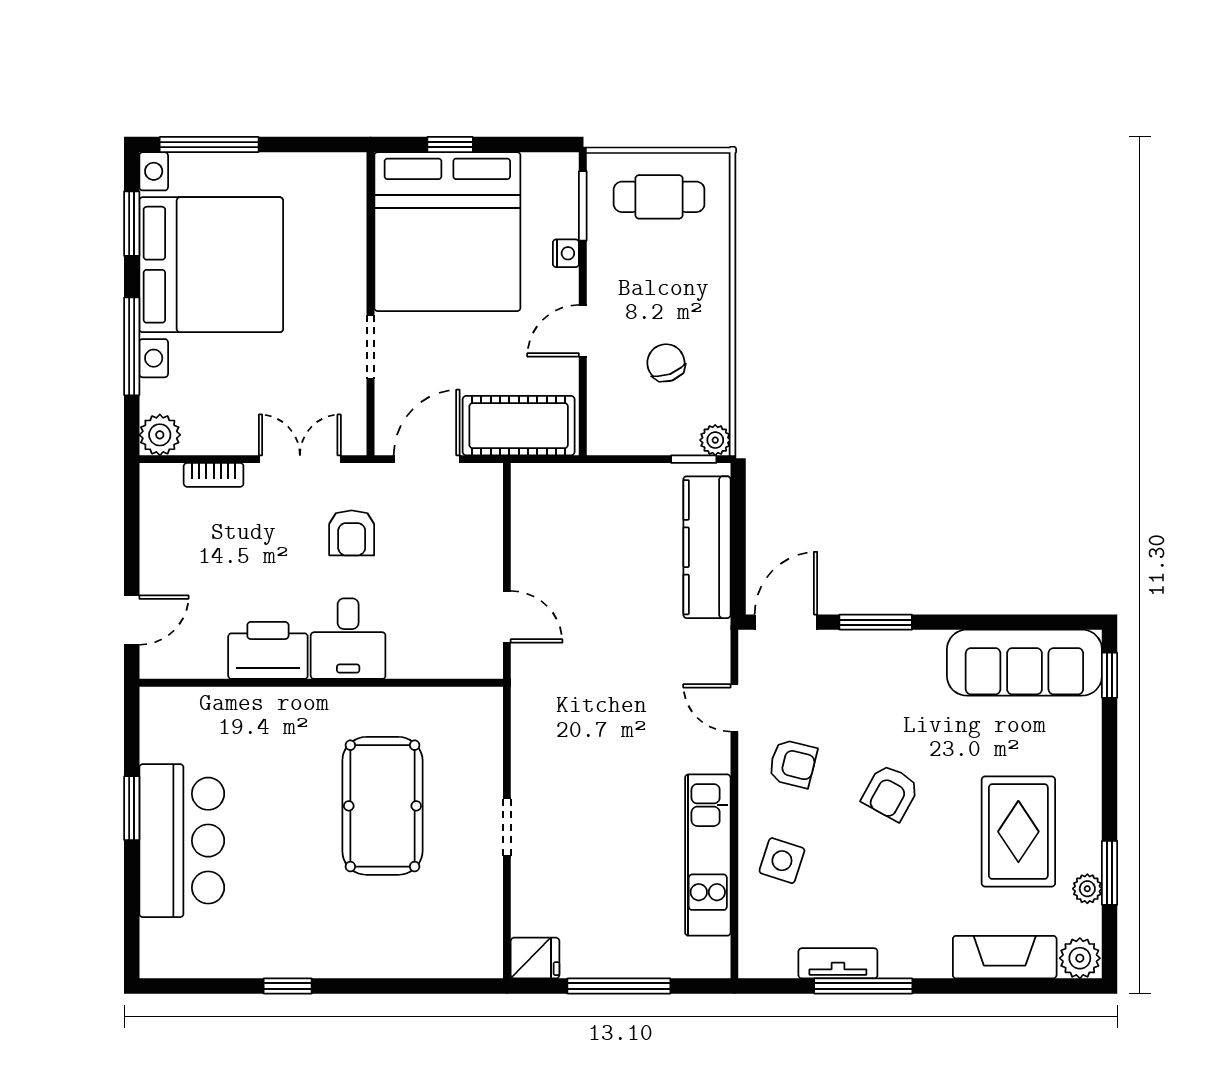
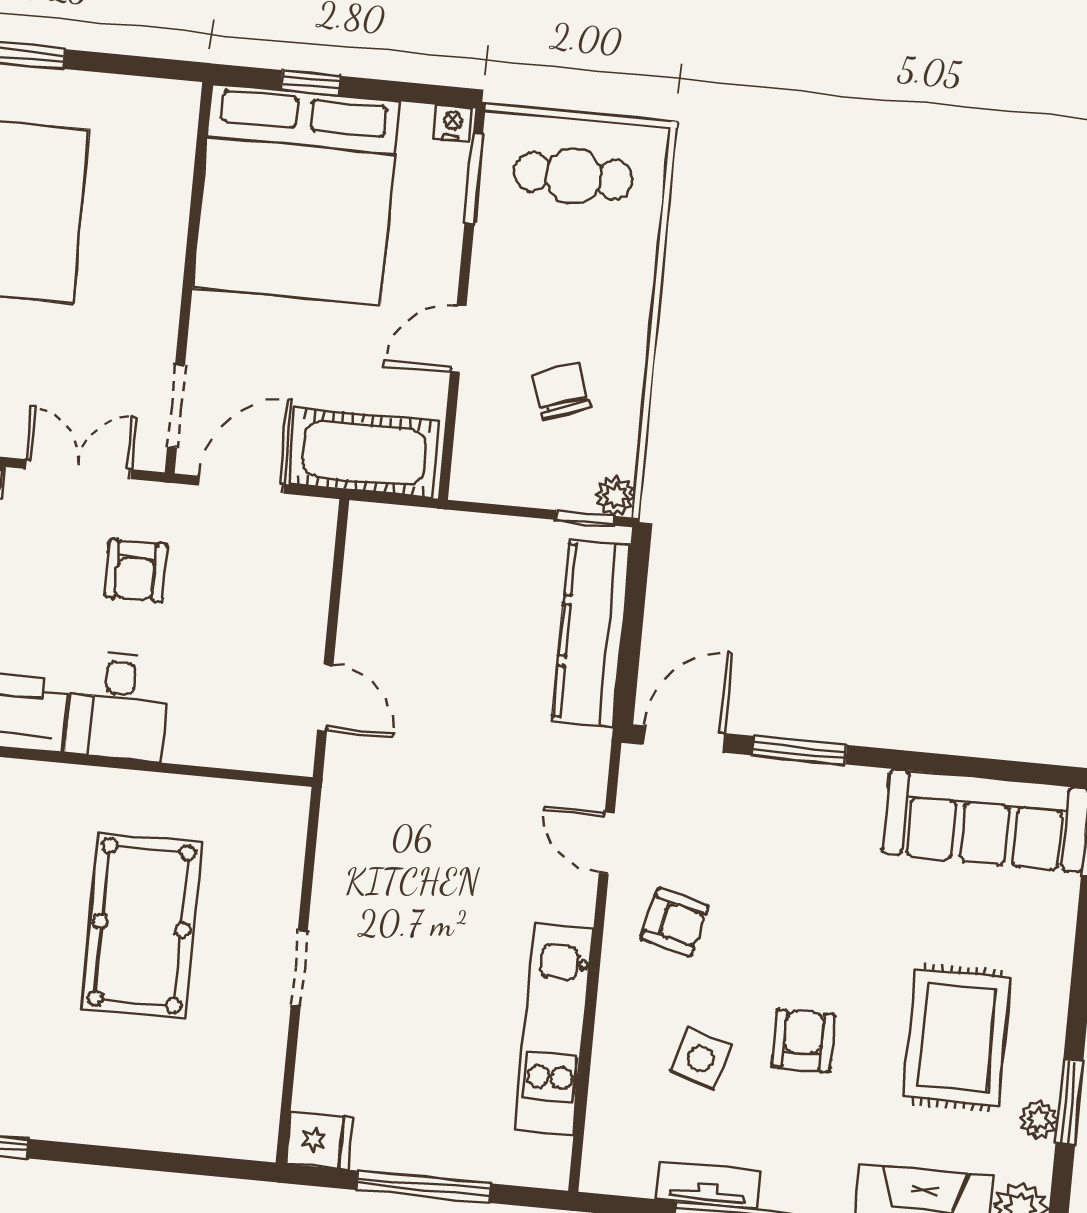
nightstand: (566, 253) -> (453, 123), moved, turned -90
doorway: (370, 347) -> (176, 406), moved
armchair: (891, 793) -> (803, 1041), moved, turned 151
side table: (782, 861) -> (701, 1059), moved

